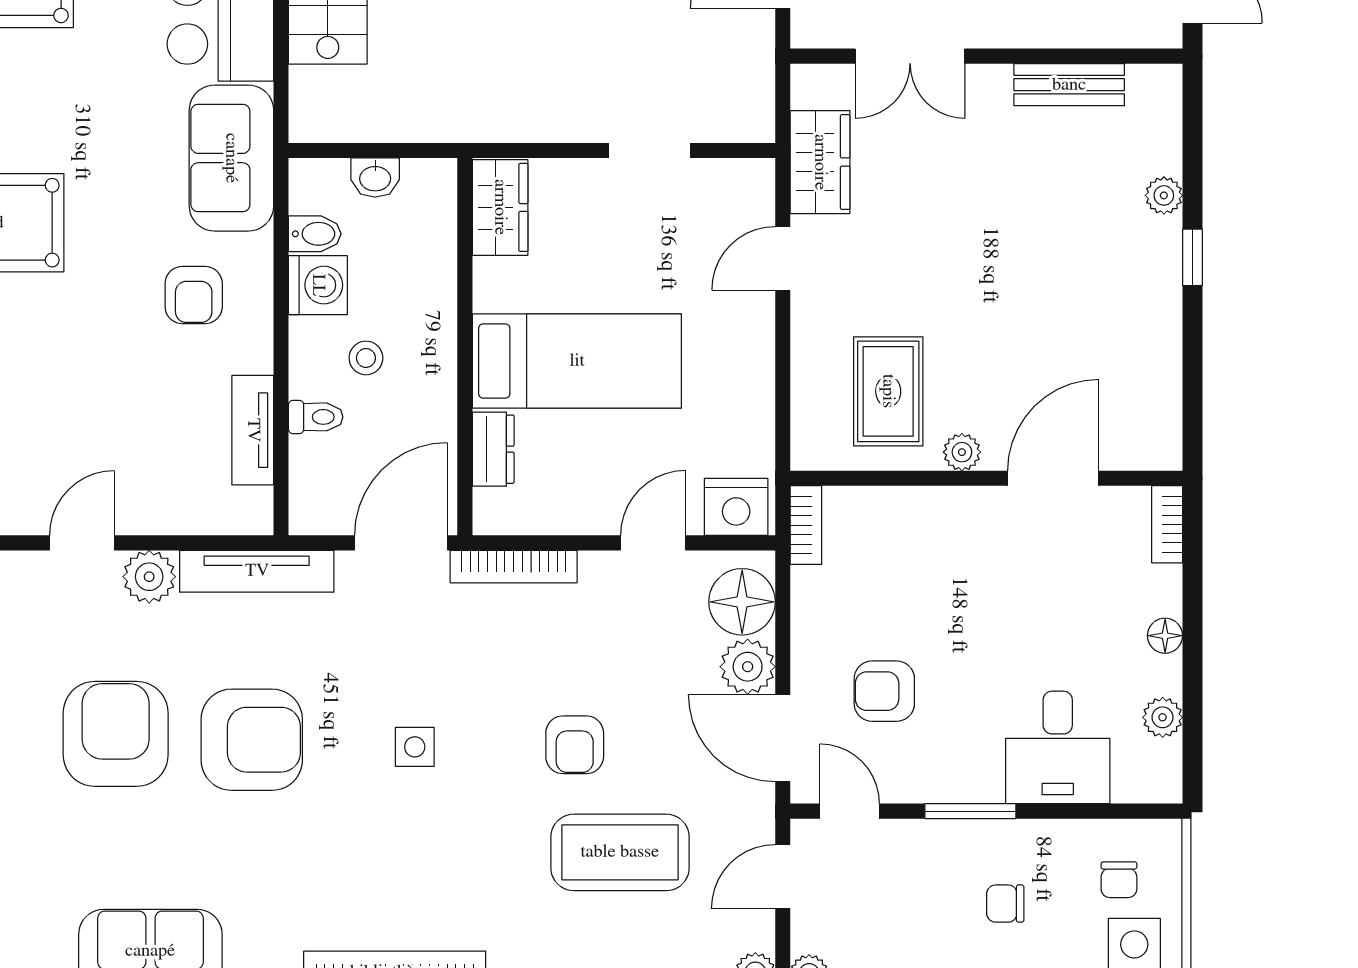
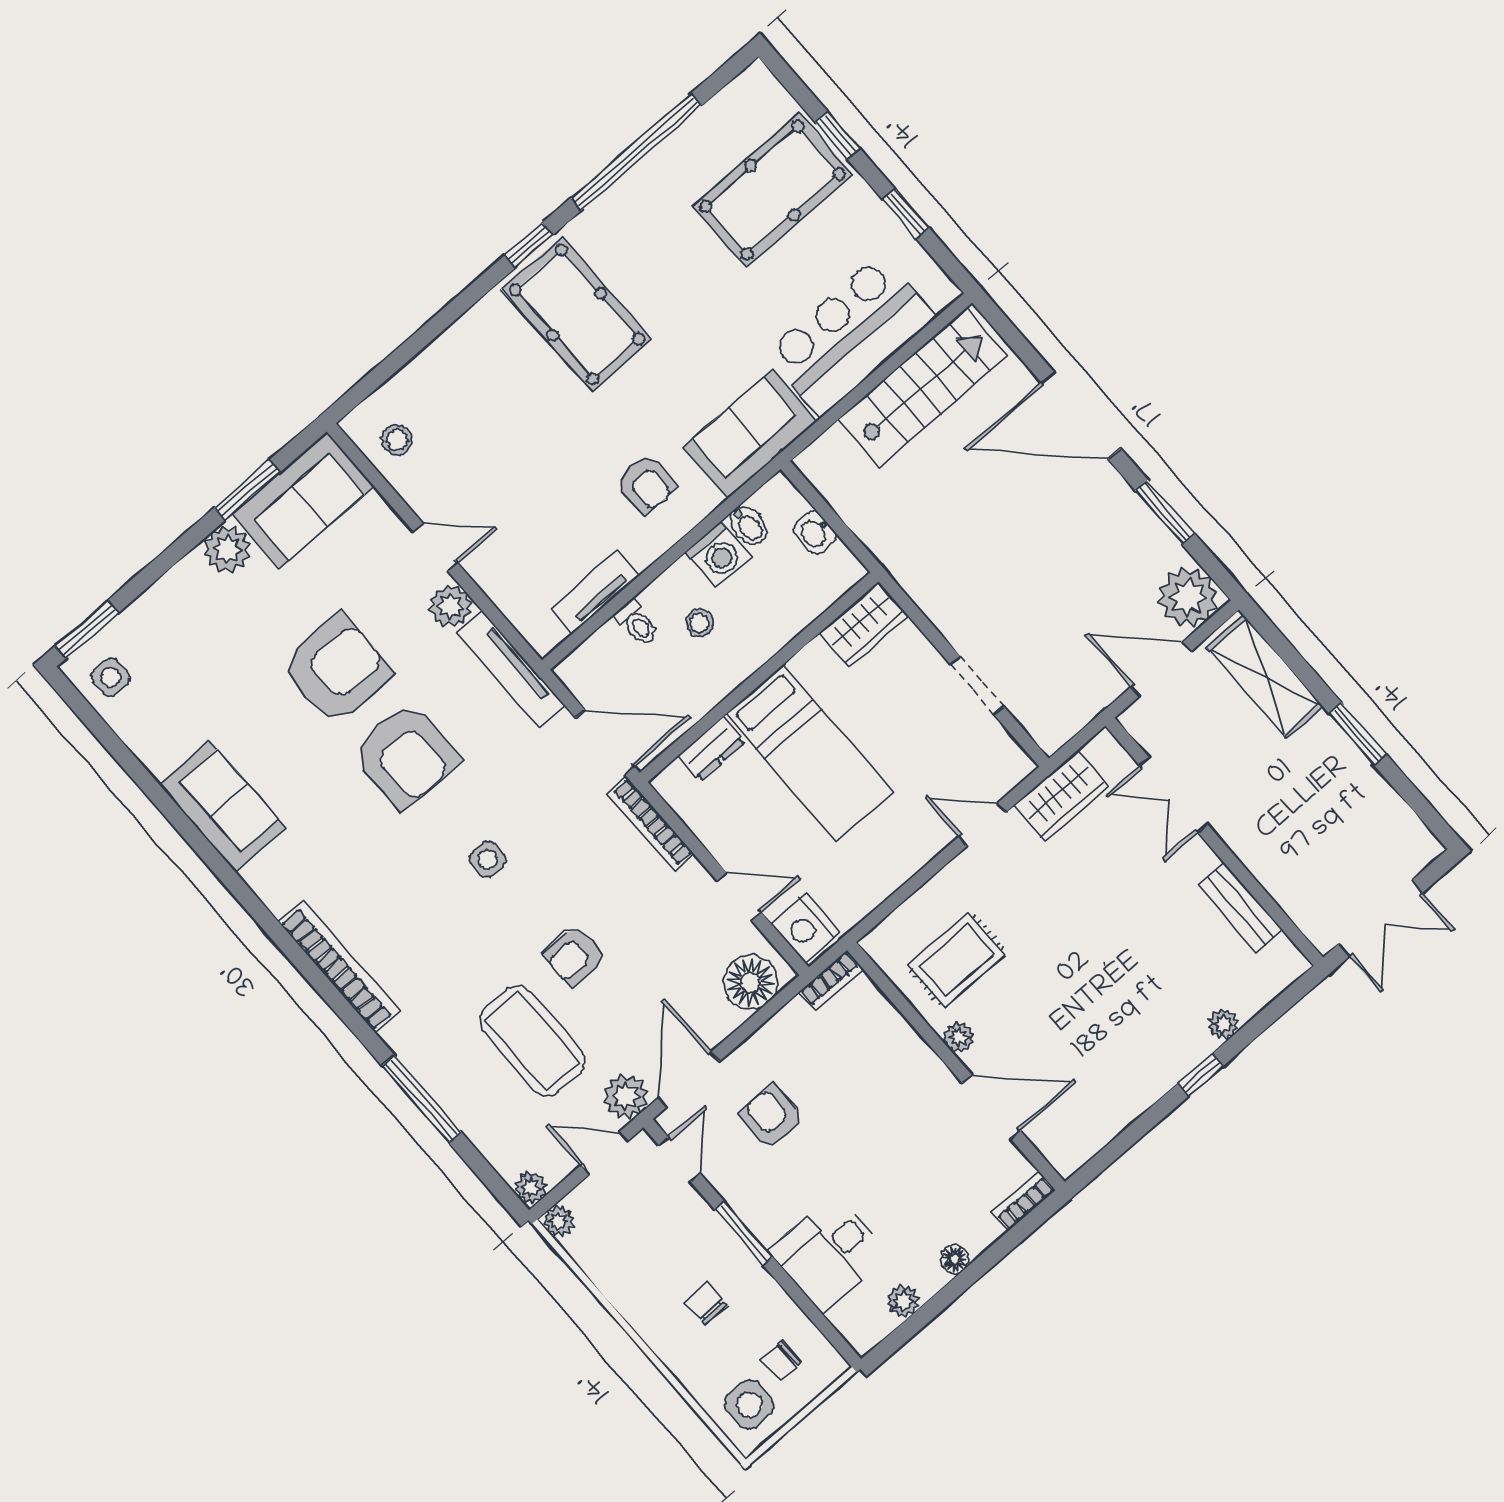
armchair: (194, 295) -> (646, 484), turned -90
plant: (748, 667) -> (626, 1097), moved

